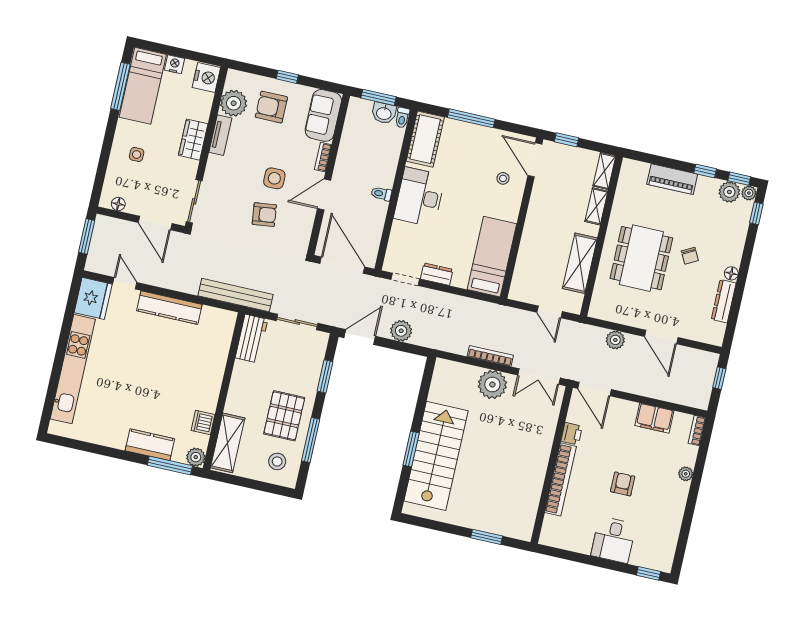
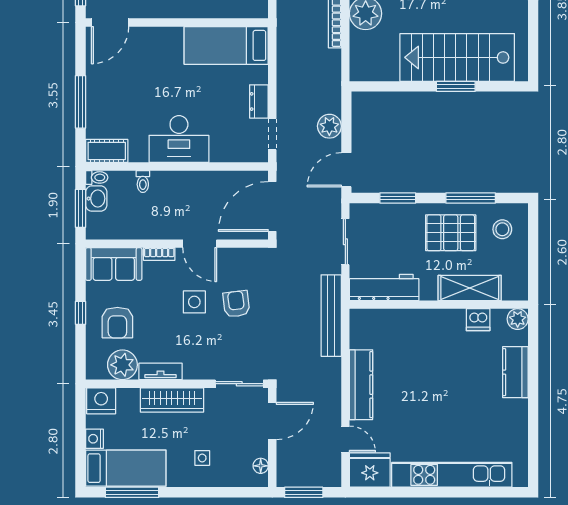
cot: (425, 139) -> (107, 151), width x0.73, depth x0.75
wardrobe: (193, 140) -> (172, 400), width x1.50
stool: (503, 178) -> (138, 53), removed
toilet: (381, 194) -> (143, 182), moved
door: (125, 283) -> (345, 439), swing flipped
door: (360, 337) -> (346, 170), hinge flipped
workbench: (251, 339) -> (384, 287), width x1.37
shelving: (228, 443) -> (470, 288), moved
window: (170, 466) -> (533, 345), removed

